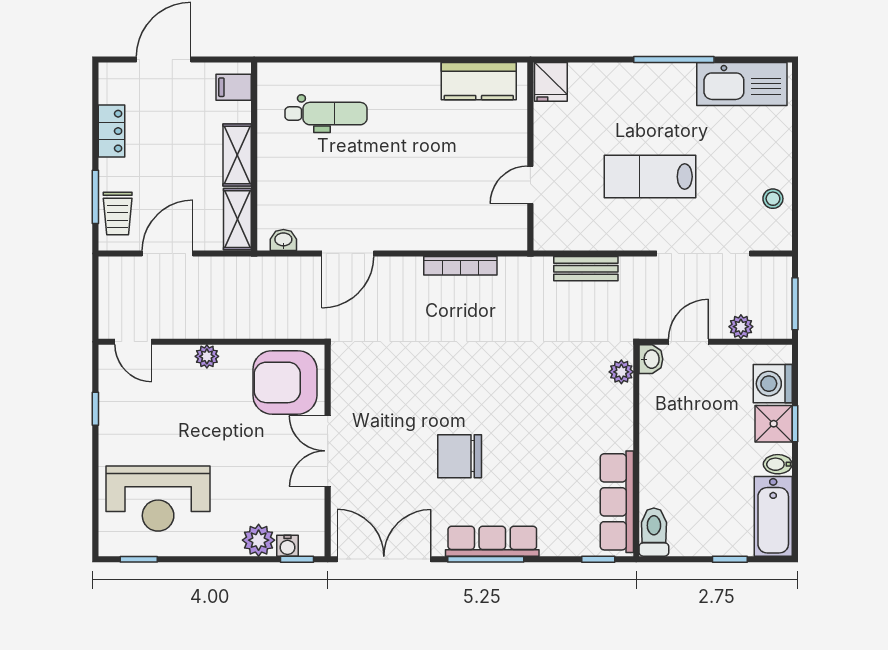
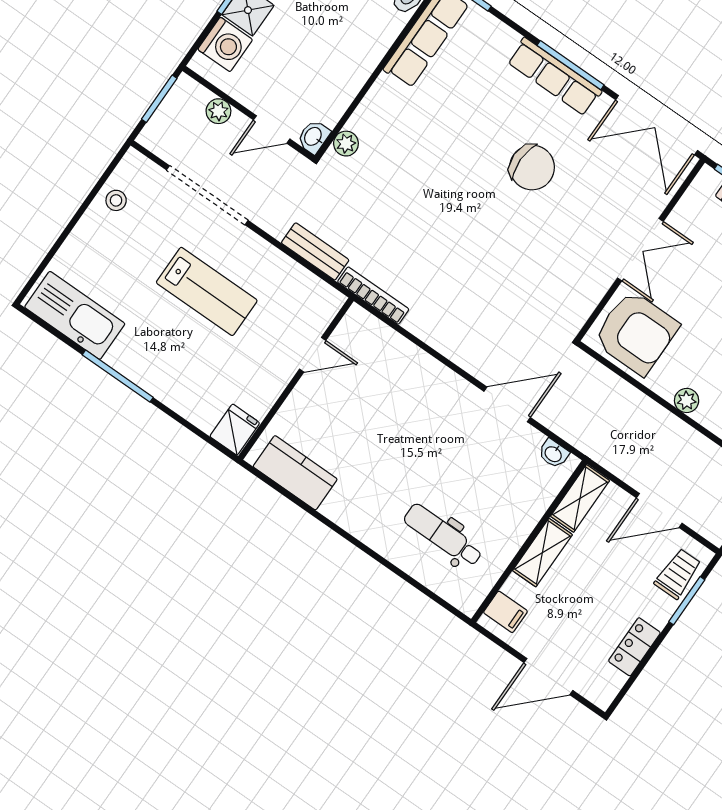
bookcase: (460, 266) -> (373, 296), moved

